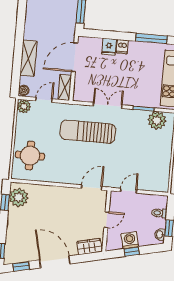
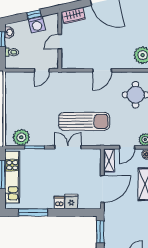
double door: (108, 105) -> (68, 147), swing flipped
door: (92, 187) -> (102, 70), moved

